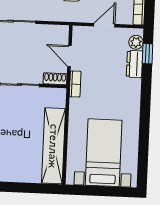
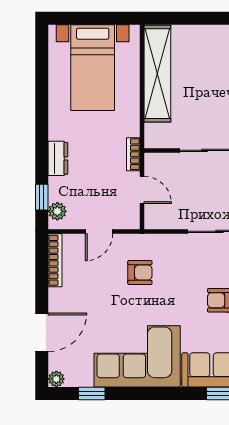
dresser: (135, 64) -> (58, 158), moved
shoe rack: (55, 79) -> (159, 160), removed

